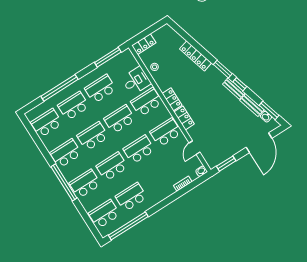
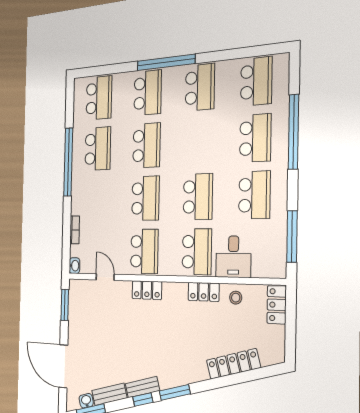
locker: (196, 56) -> (233, 364), moved
locker: (172, 99) -> (204, 292), moved
school desk: (93, 136) -> (199, 142), removed
window: (128, 226) -> (68, 162), moved

